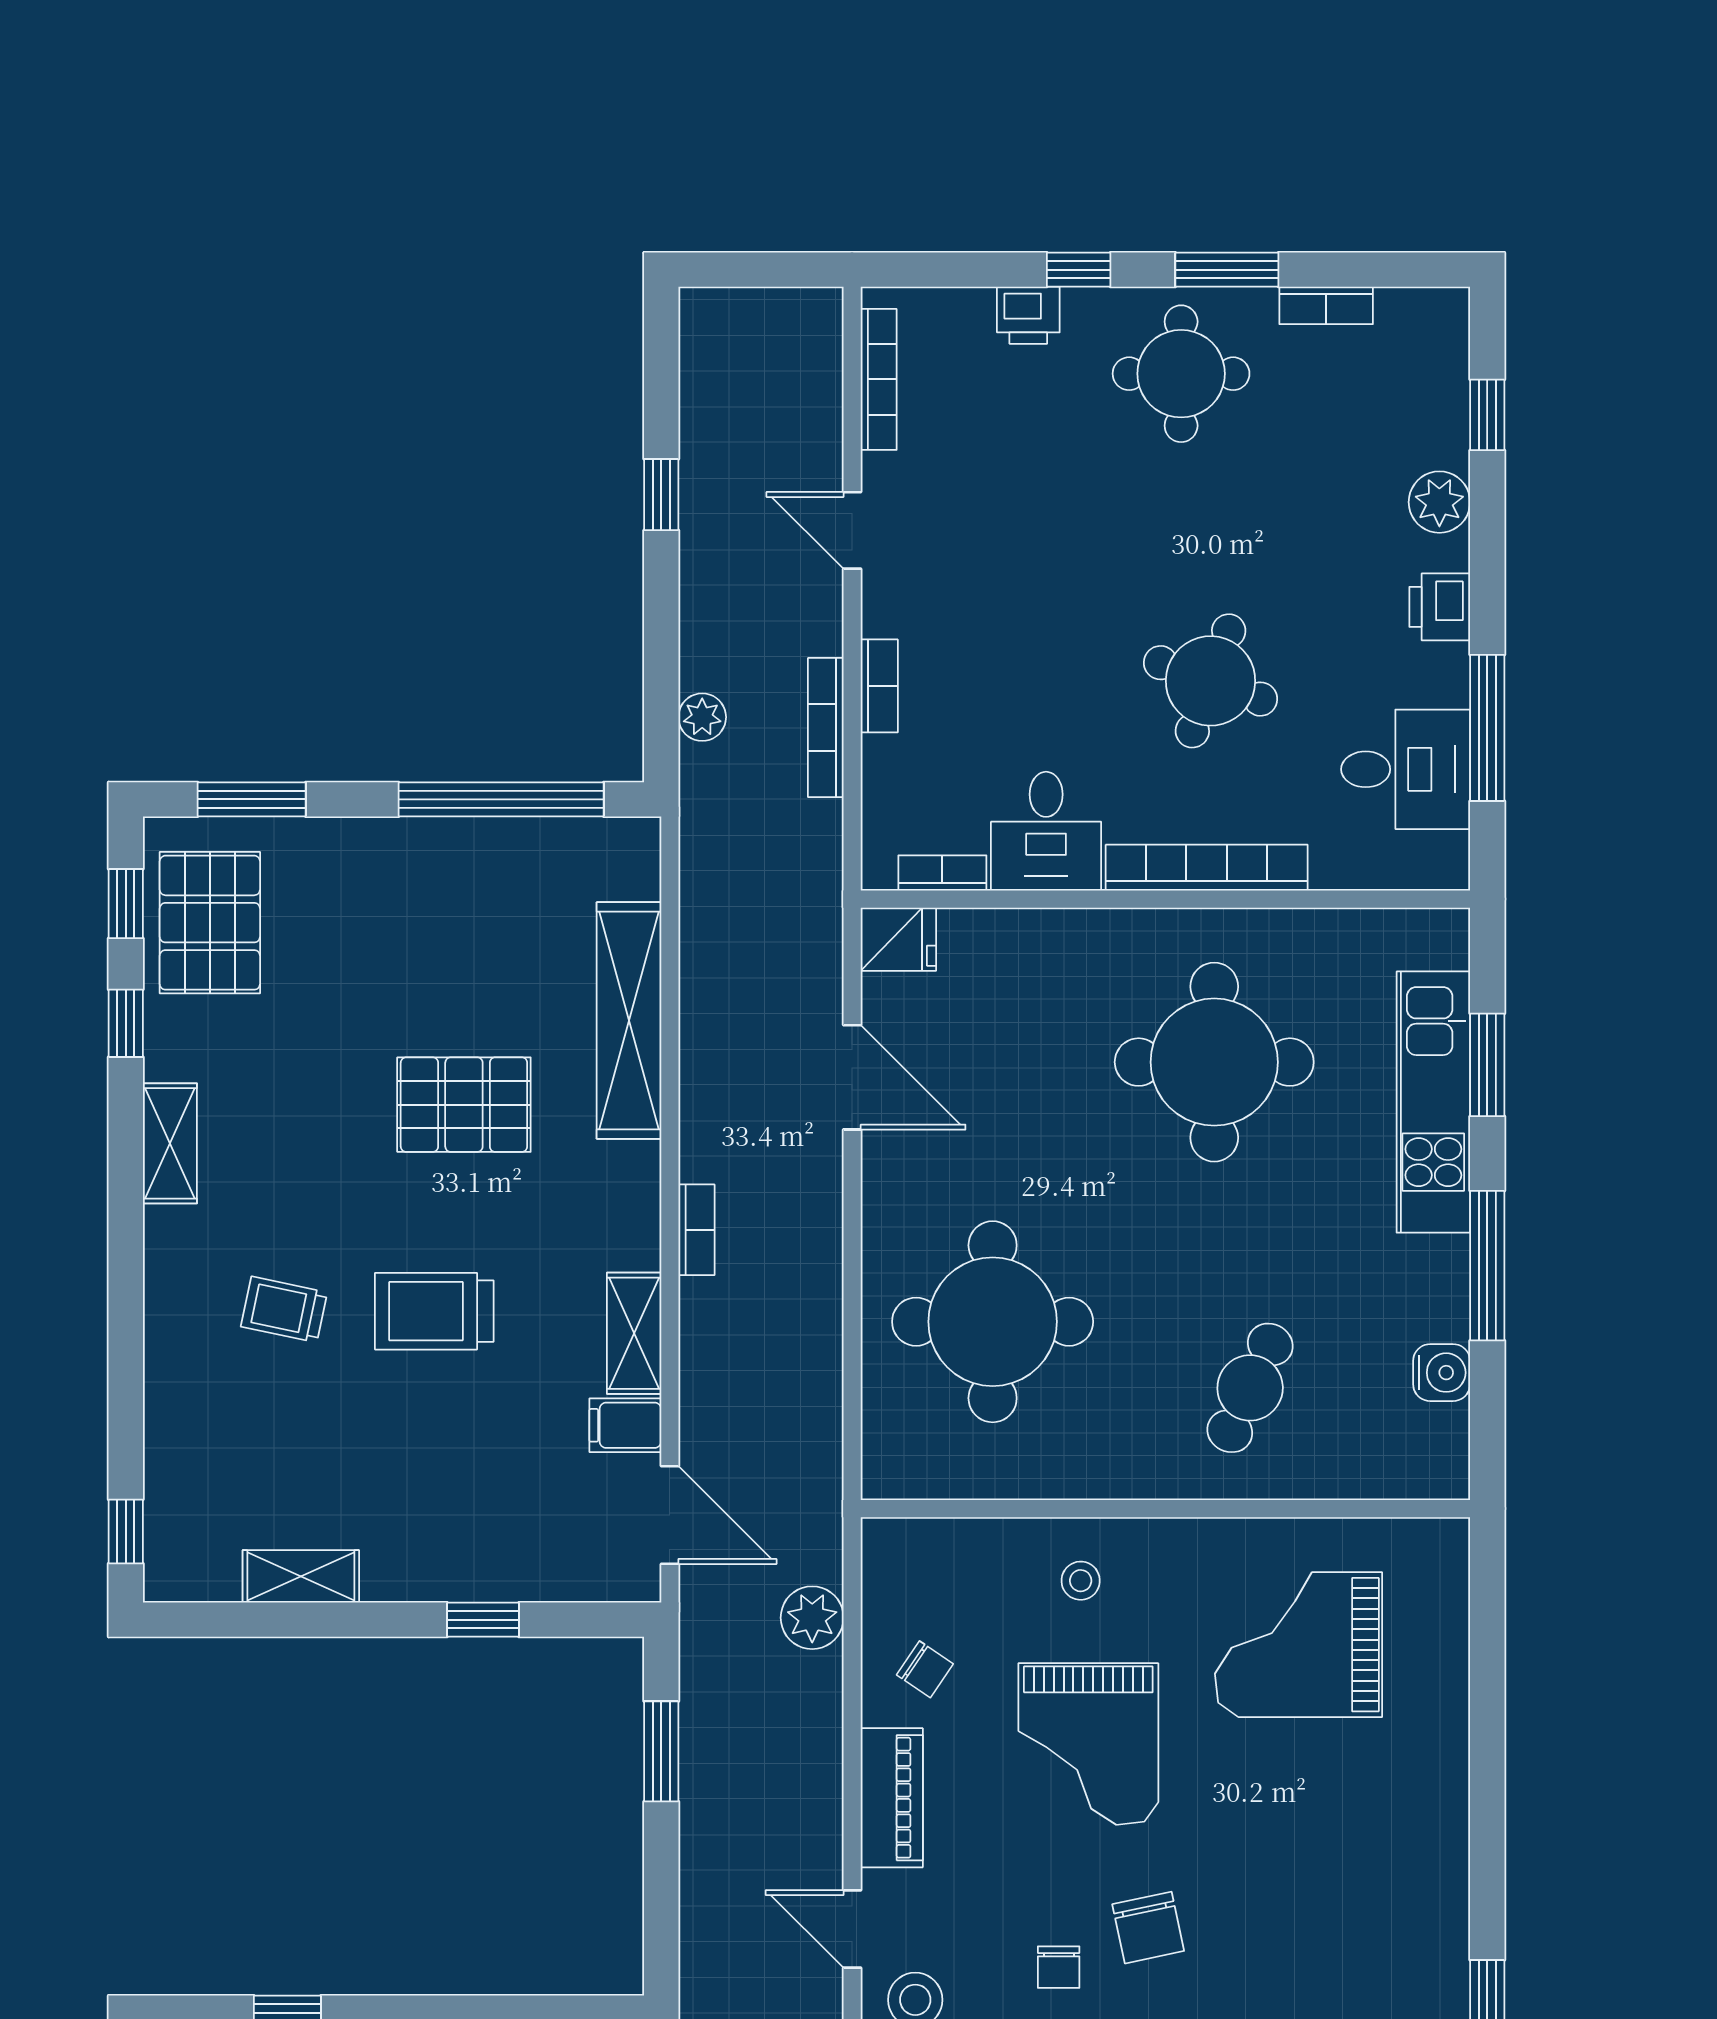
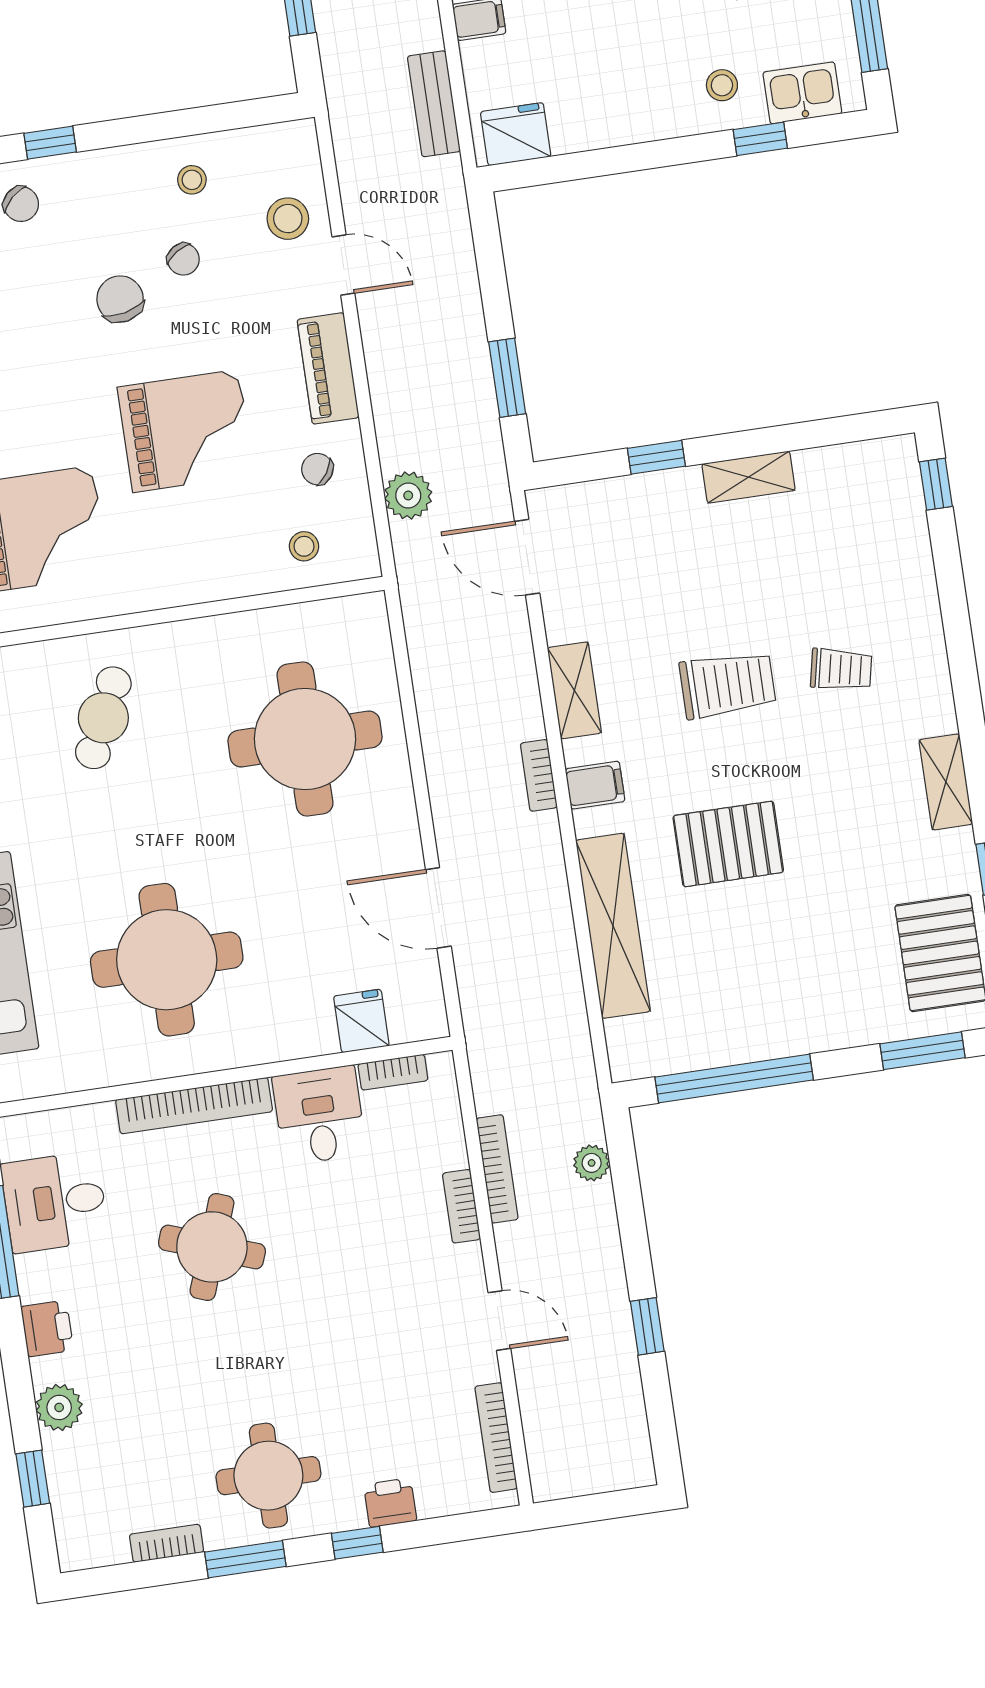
fridge: (898, 939) -> (361, 1021), moved, turned 90
filing cabinet: (625, 1425) -> (595, 785), moved
shelving: (301, 1576) -> (749, 477), moved
stool: (1081, 1581) -> (304, 546), moved
grand piano: (1088, 1744) -> (186, 431), turned 90
chair: (1059, 1967) -> (183, 259), turned 147

